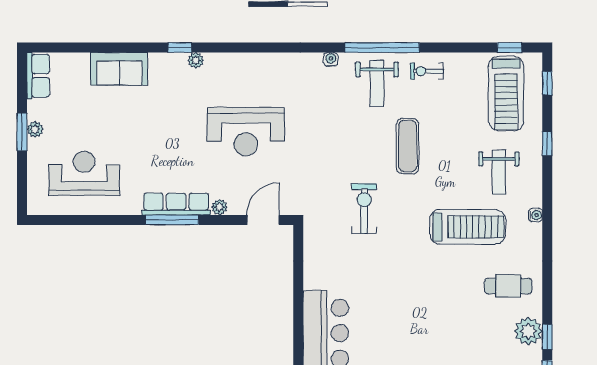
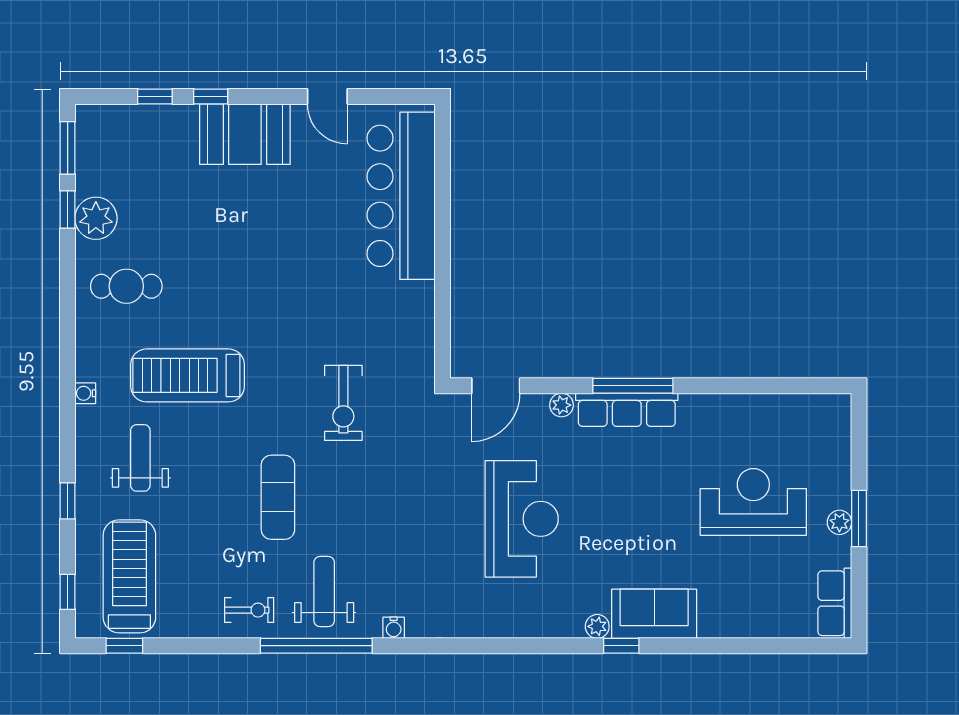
sofa: (119, 69) -> (654, 614), moved
reception desk: (246, 132) -> (522, 519), turned 90
reception desk: (84, 173) -> (753, 502), moved, turned 180

